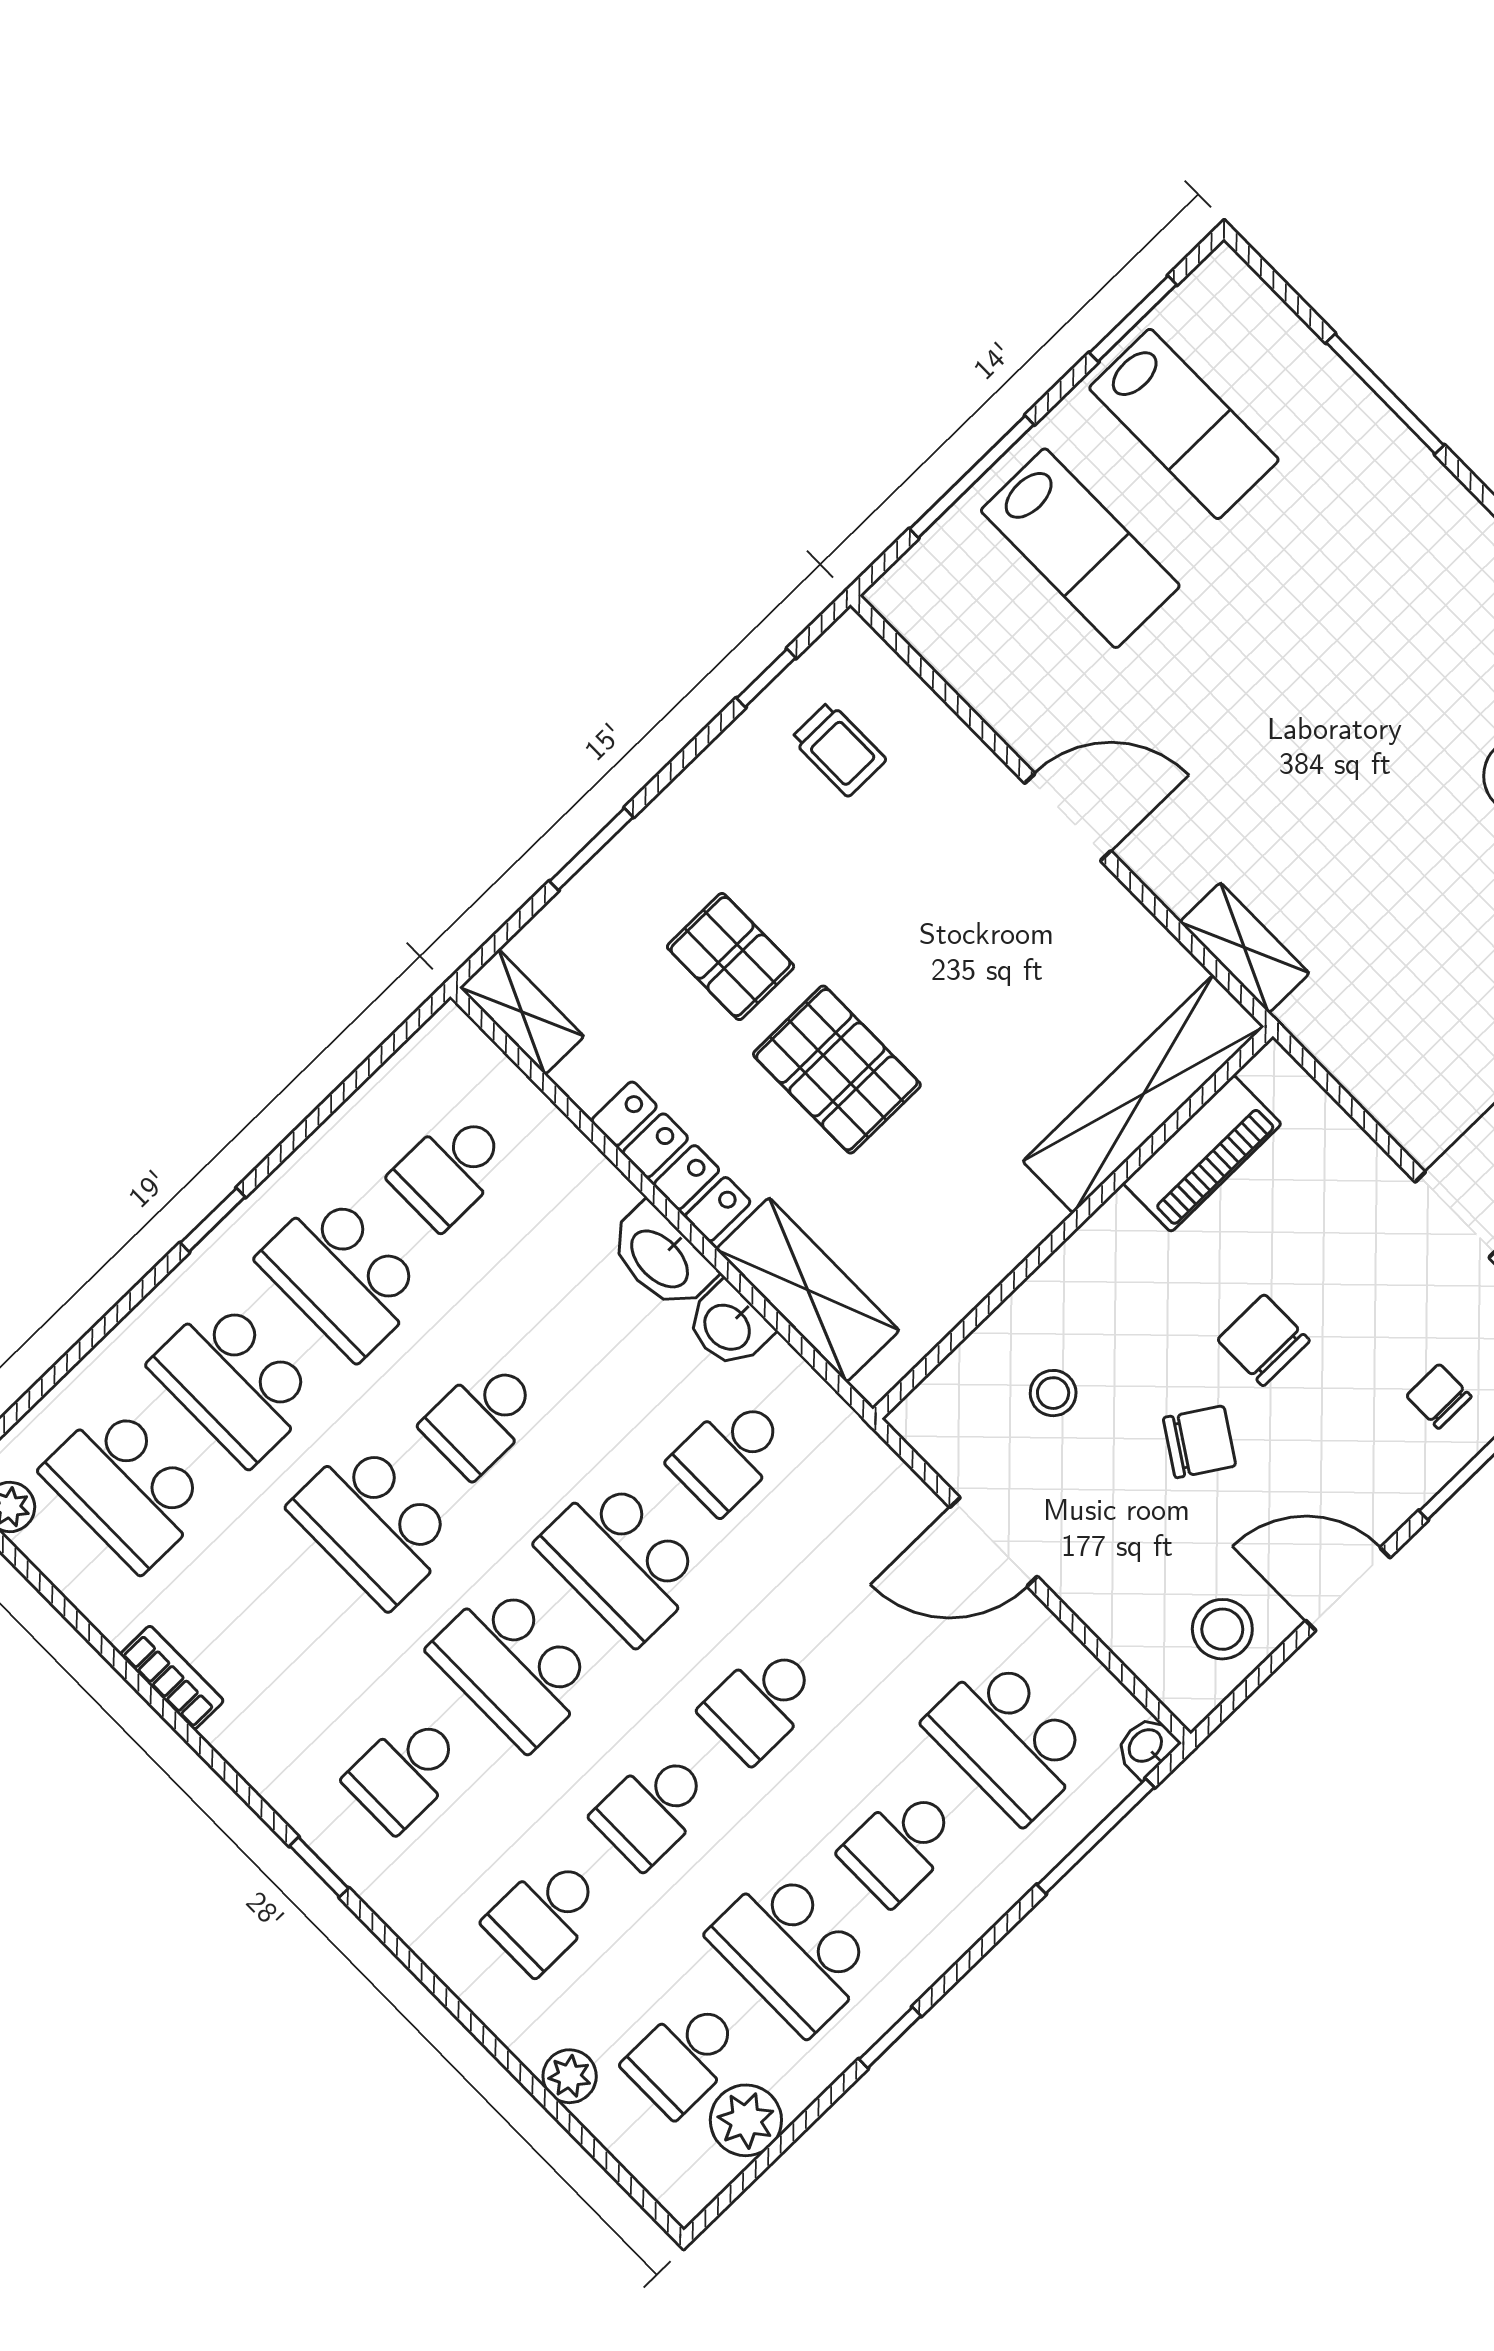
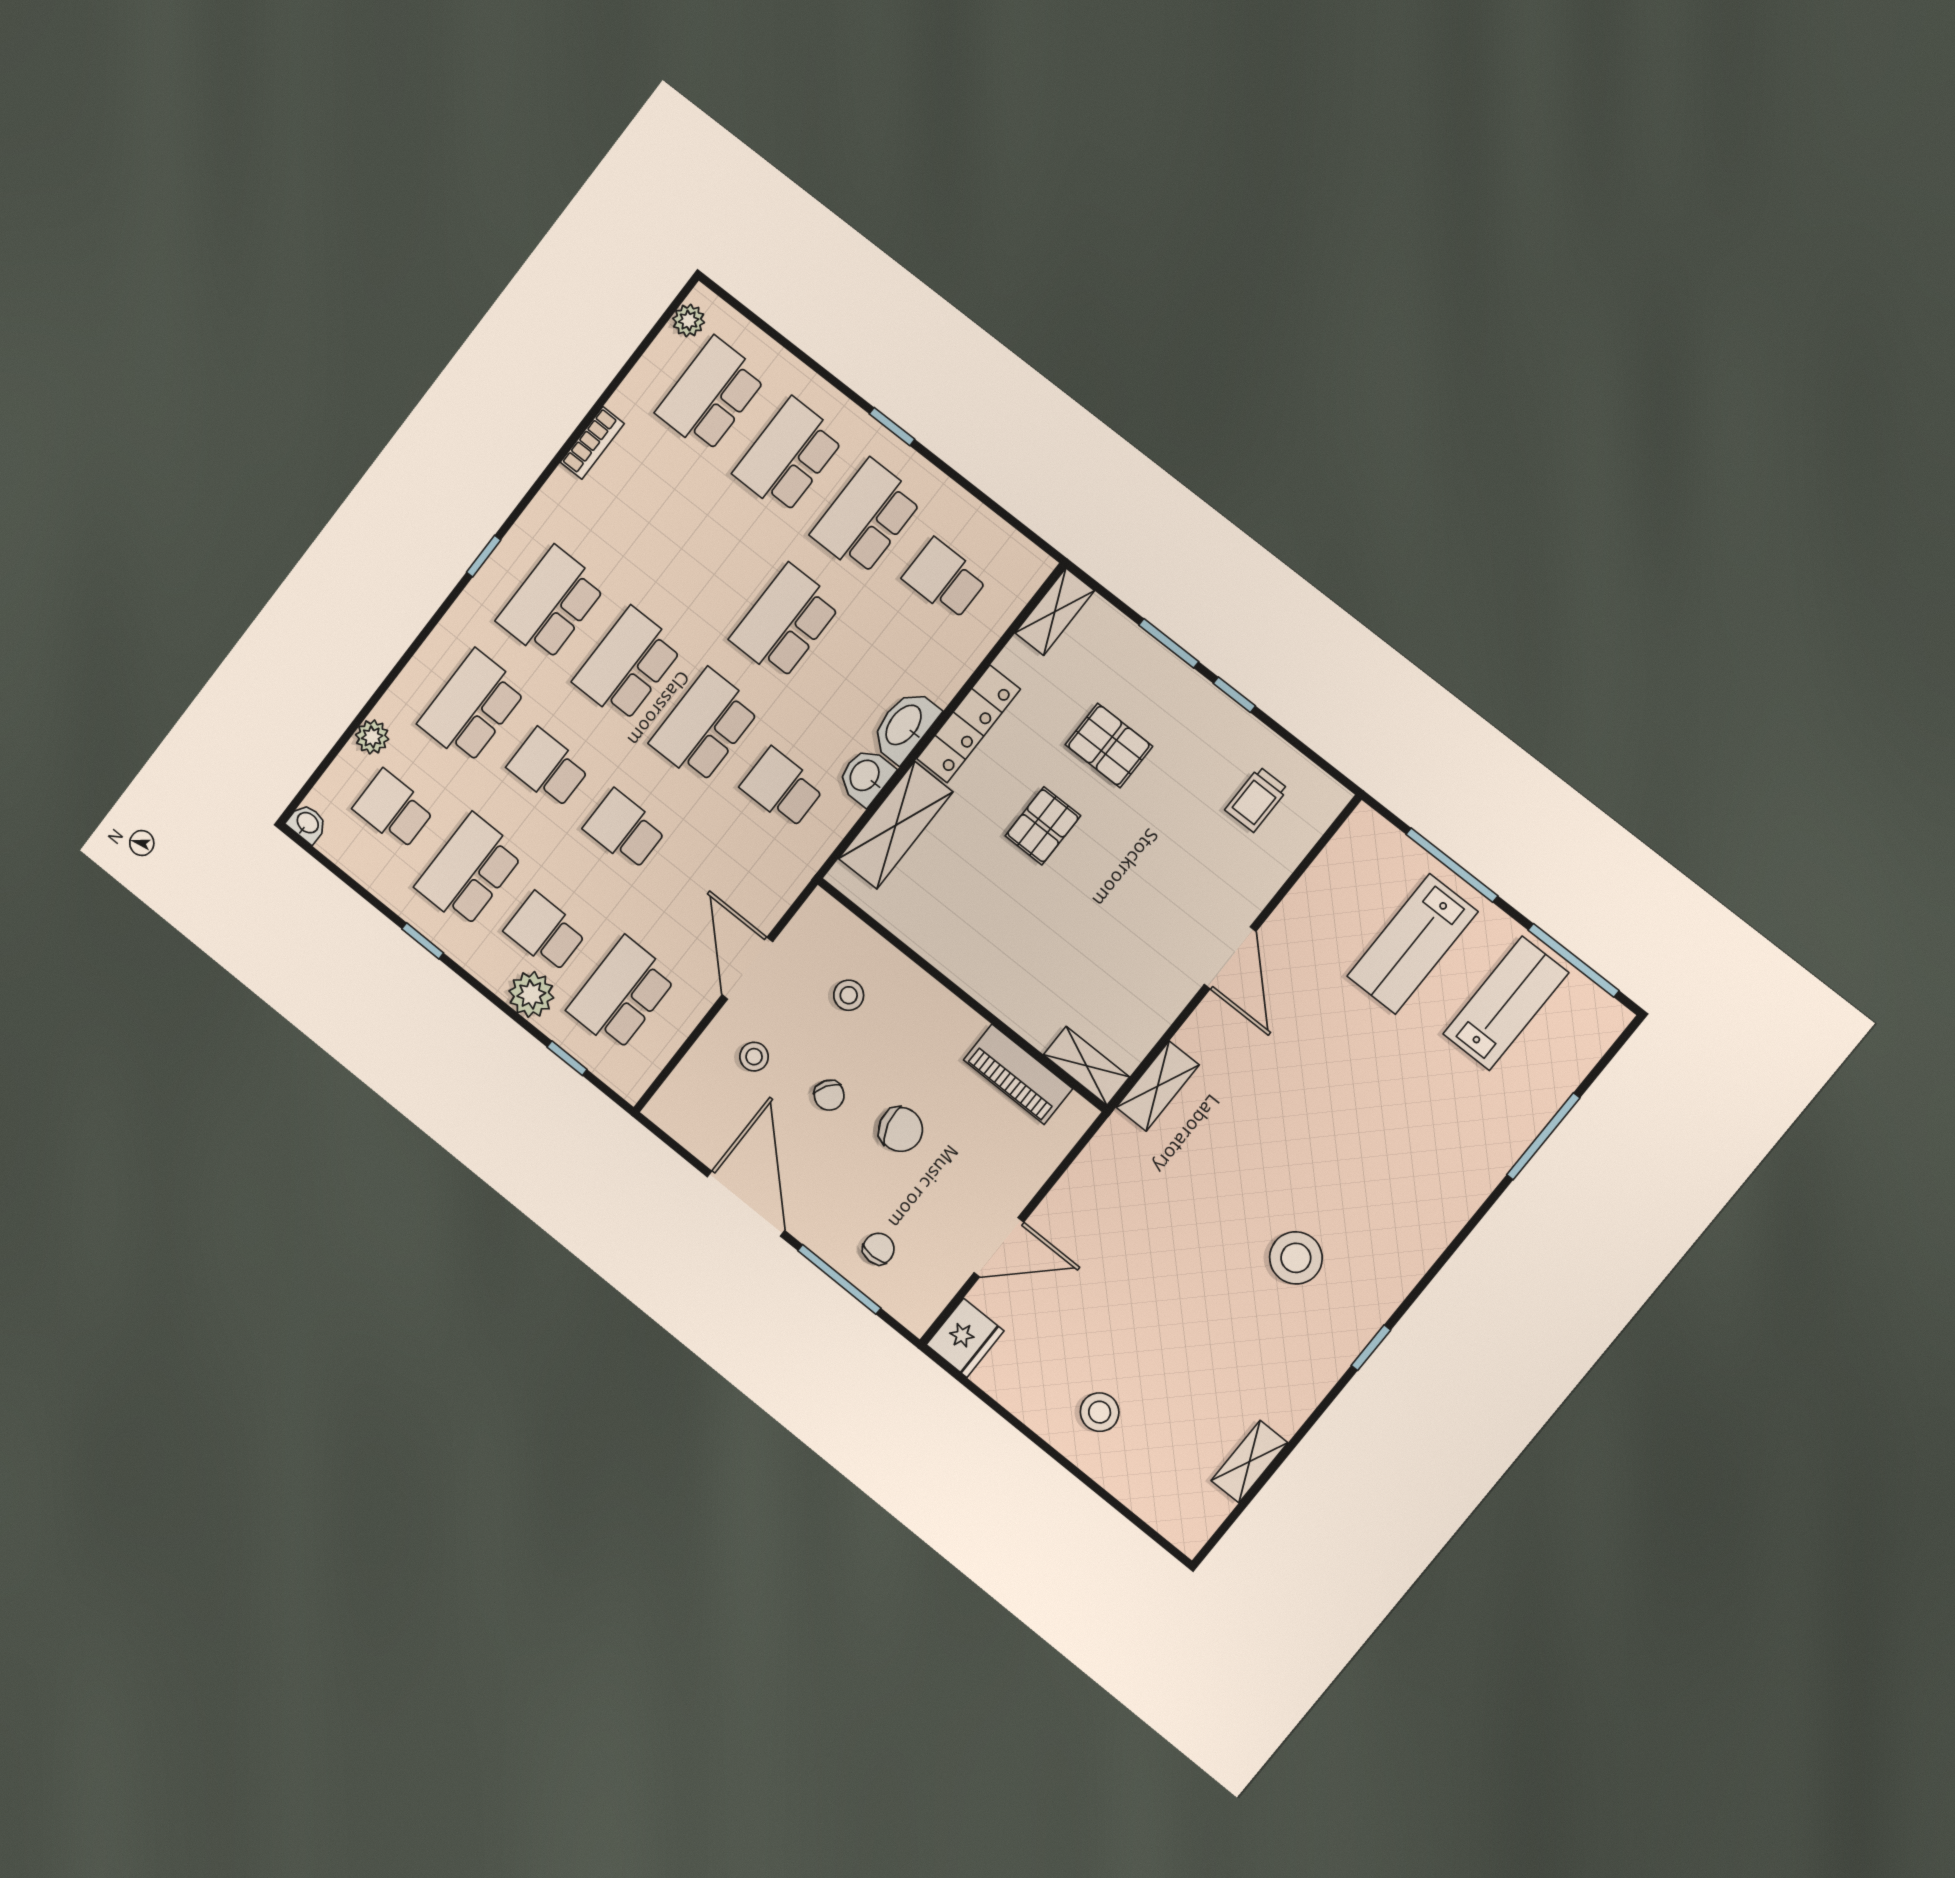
window: (1133, 319) -> (1574, 960), width x1.44
lab bench: (1184, 424) -> (1506, 1003), turned 180
window: (766, 678) -> (1234, 695), moved
pallet: (731, 957) -> (1109, 745), turned 90
pallet: (837, 1070) -> (1043, 826), width x0.67, depth x0.71
shelving: (1143, 1094) -> (1086, 1066), width x0.45, depth x0.75
chair: (1264, 1340) -> (901, 1129), turned 75
school desk: (482, 1418) -> (785, 622), width x1.85
chair: (1200, 1442) -> (829, 1095), width x0.73, depth x0.73
school desk: (373, 1524) -> (708, 561), removed
door: (1348, 1589) -> (746, 1204), width x1.36
stool: (1222, 1629) -> (754, 1057), moved, width x0.73, depth x0.73
washbasin: (1146, 1746) -> (307, 823), moved
school desk: (405, 1772) -> (551, 603), width x1.85
window: (1096, 1836) -> (567, 1058), width x0.46
school desk: (544, 1915) -> (472, 707), width x1.85
plant: (746, 2120) -> (531, 994), moved

